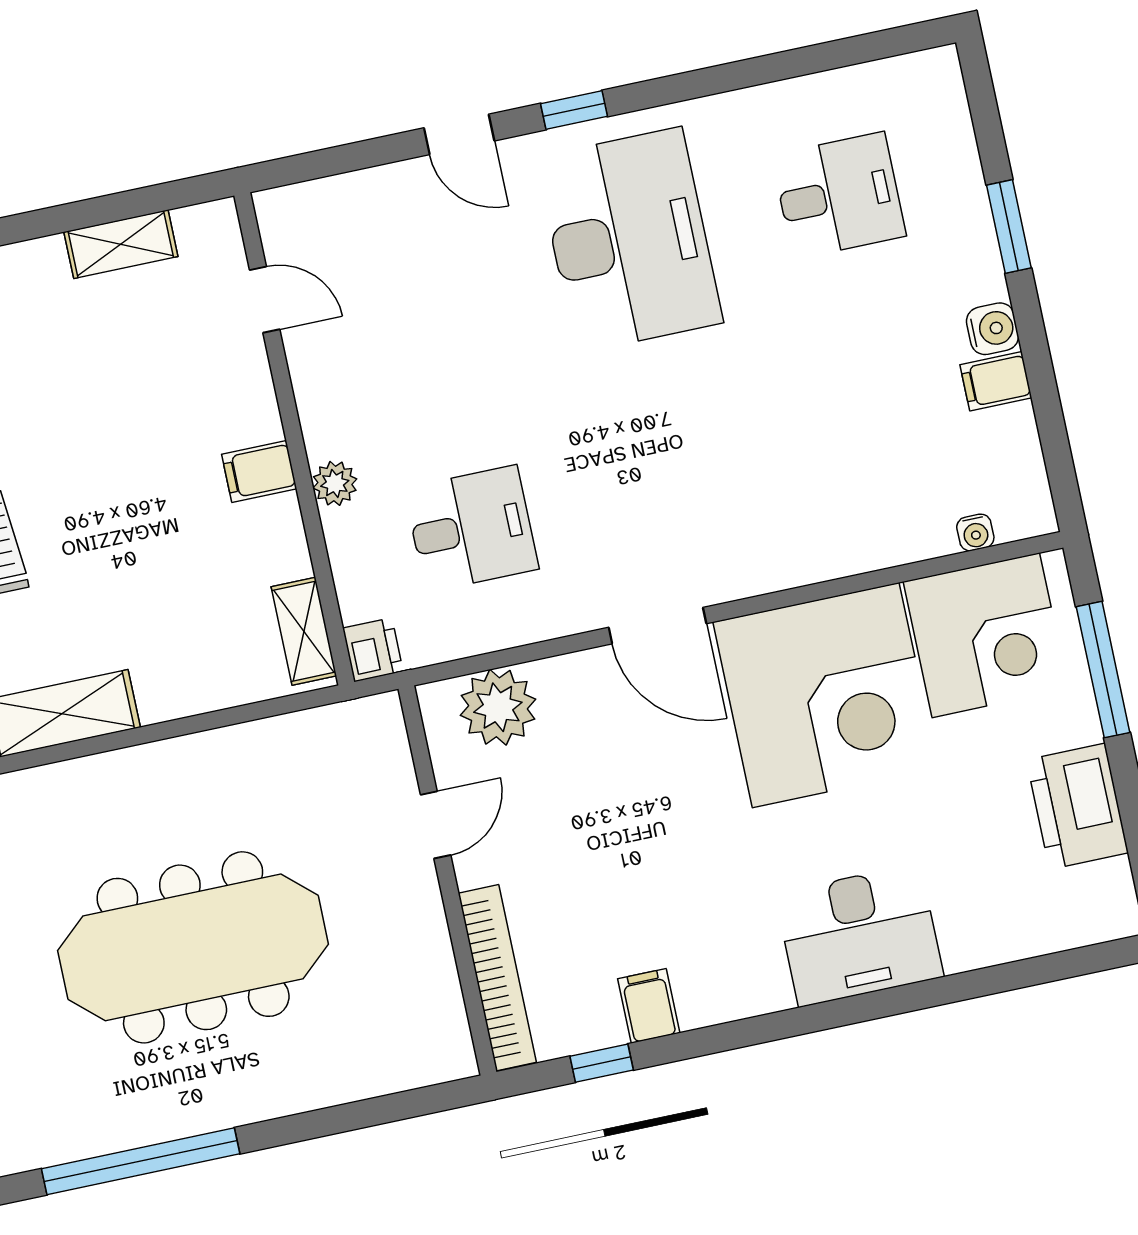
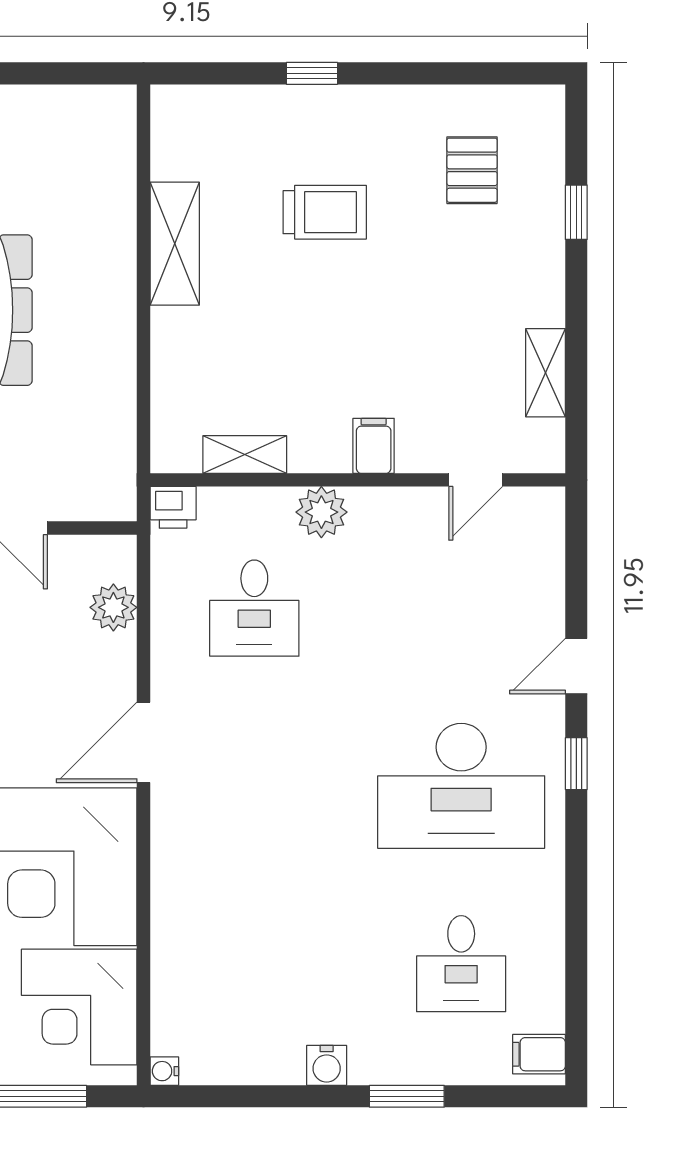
filing cabinet: (996, 381) -> (539, 1054), moved, turned -90
filing cabinet: (259, 471) -> (374, 446), moved
plant: (335, 483) -> (321, 512), width x1.38, depth x1.38
water cooler: (975, 532) -> (164, 1071), moved
shelving: (304, 631) -> (245, 455), moved
plant: (498, 707) -> (113, 607), width x0.73, depth x0.73

